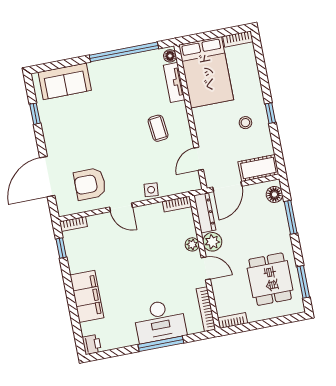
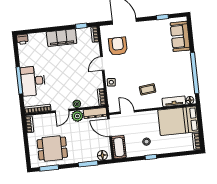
filing cabinet: (87, 296) -> (62, 38), moved

